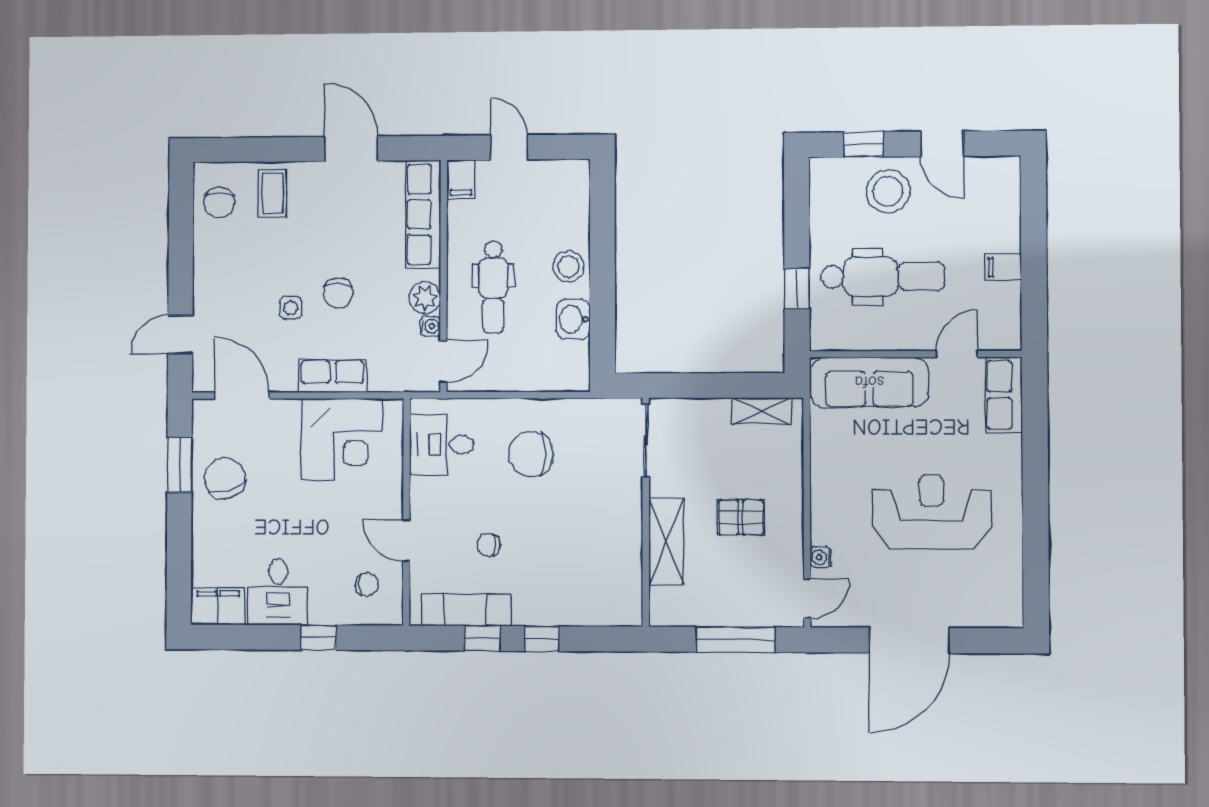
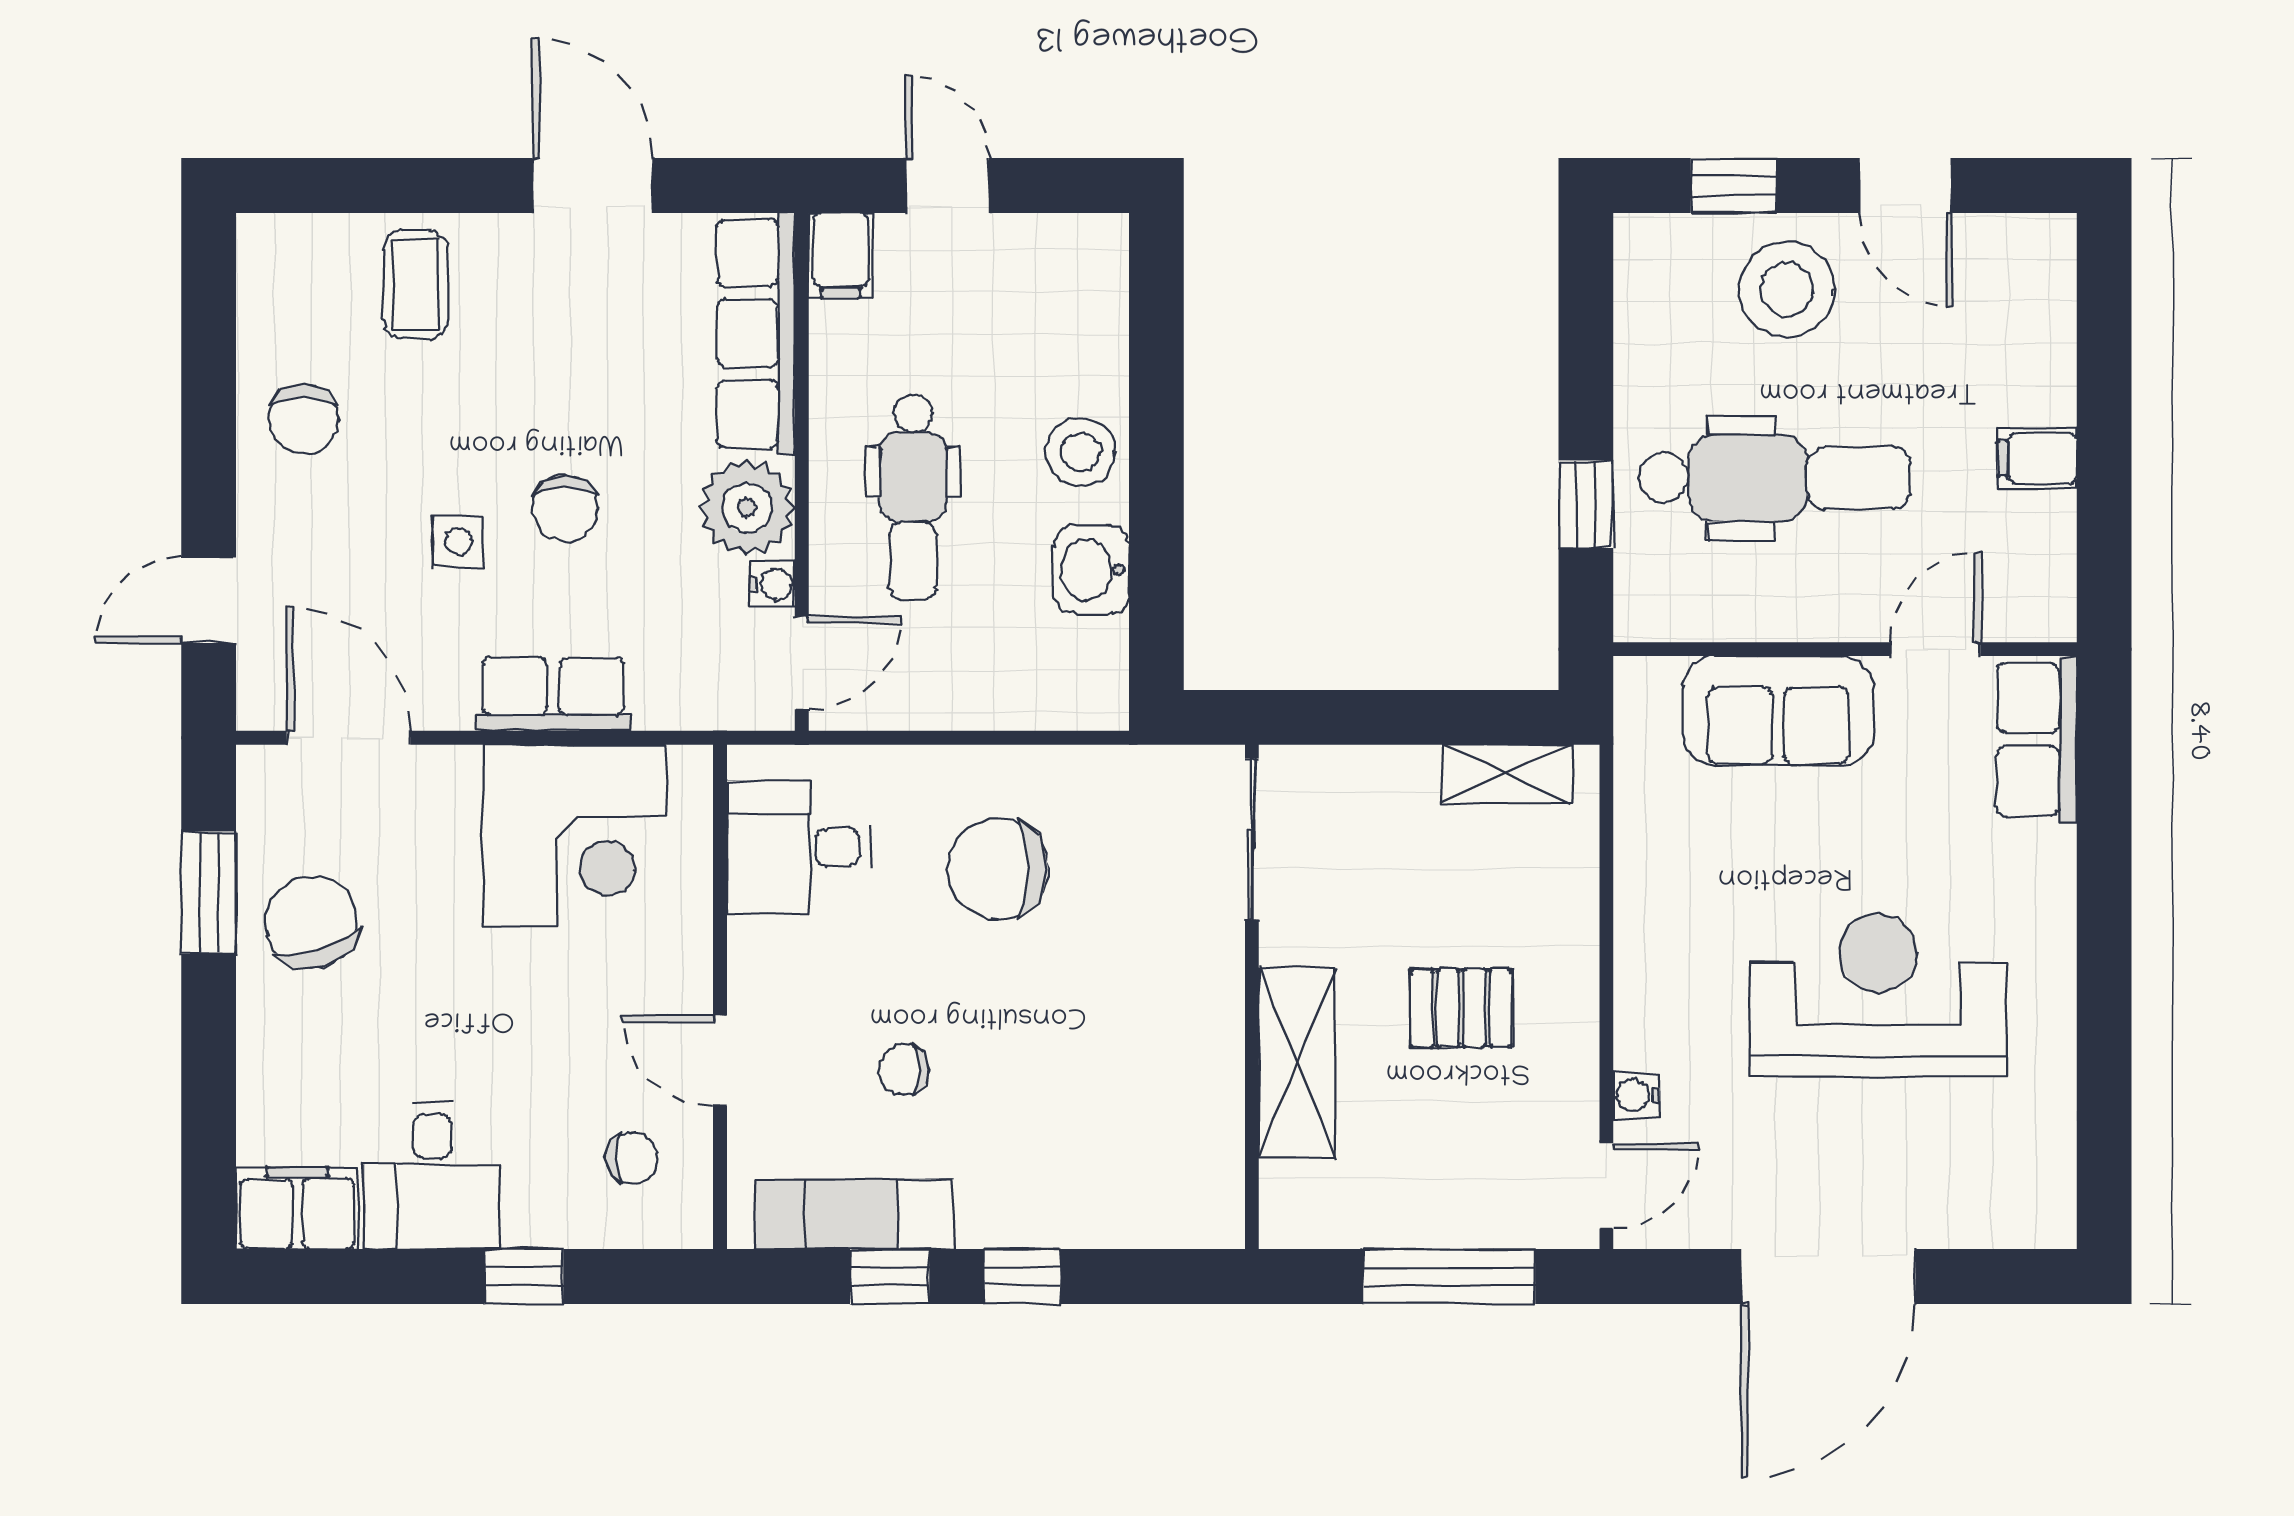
chair: (219, 202) -> (304, 419), moved
plant: (425, 298) -> (747, 508), width x1.36, depth x1.36
sofa: (869, 382) -> (1778, 711), width x0.73

